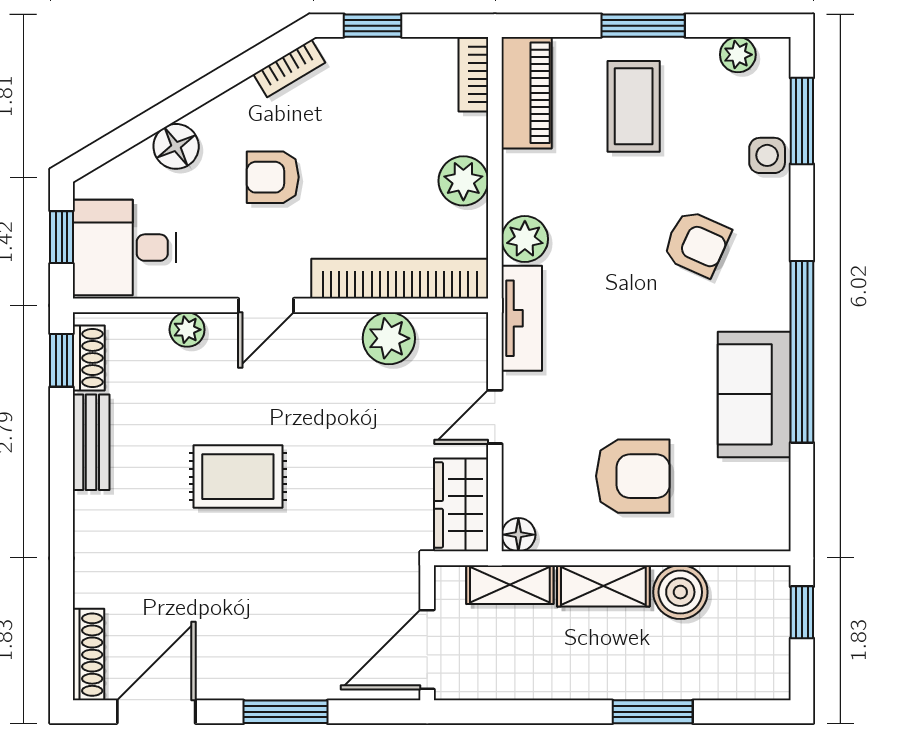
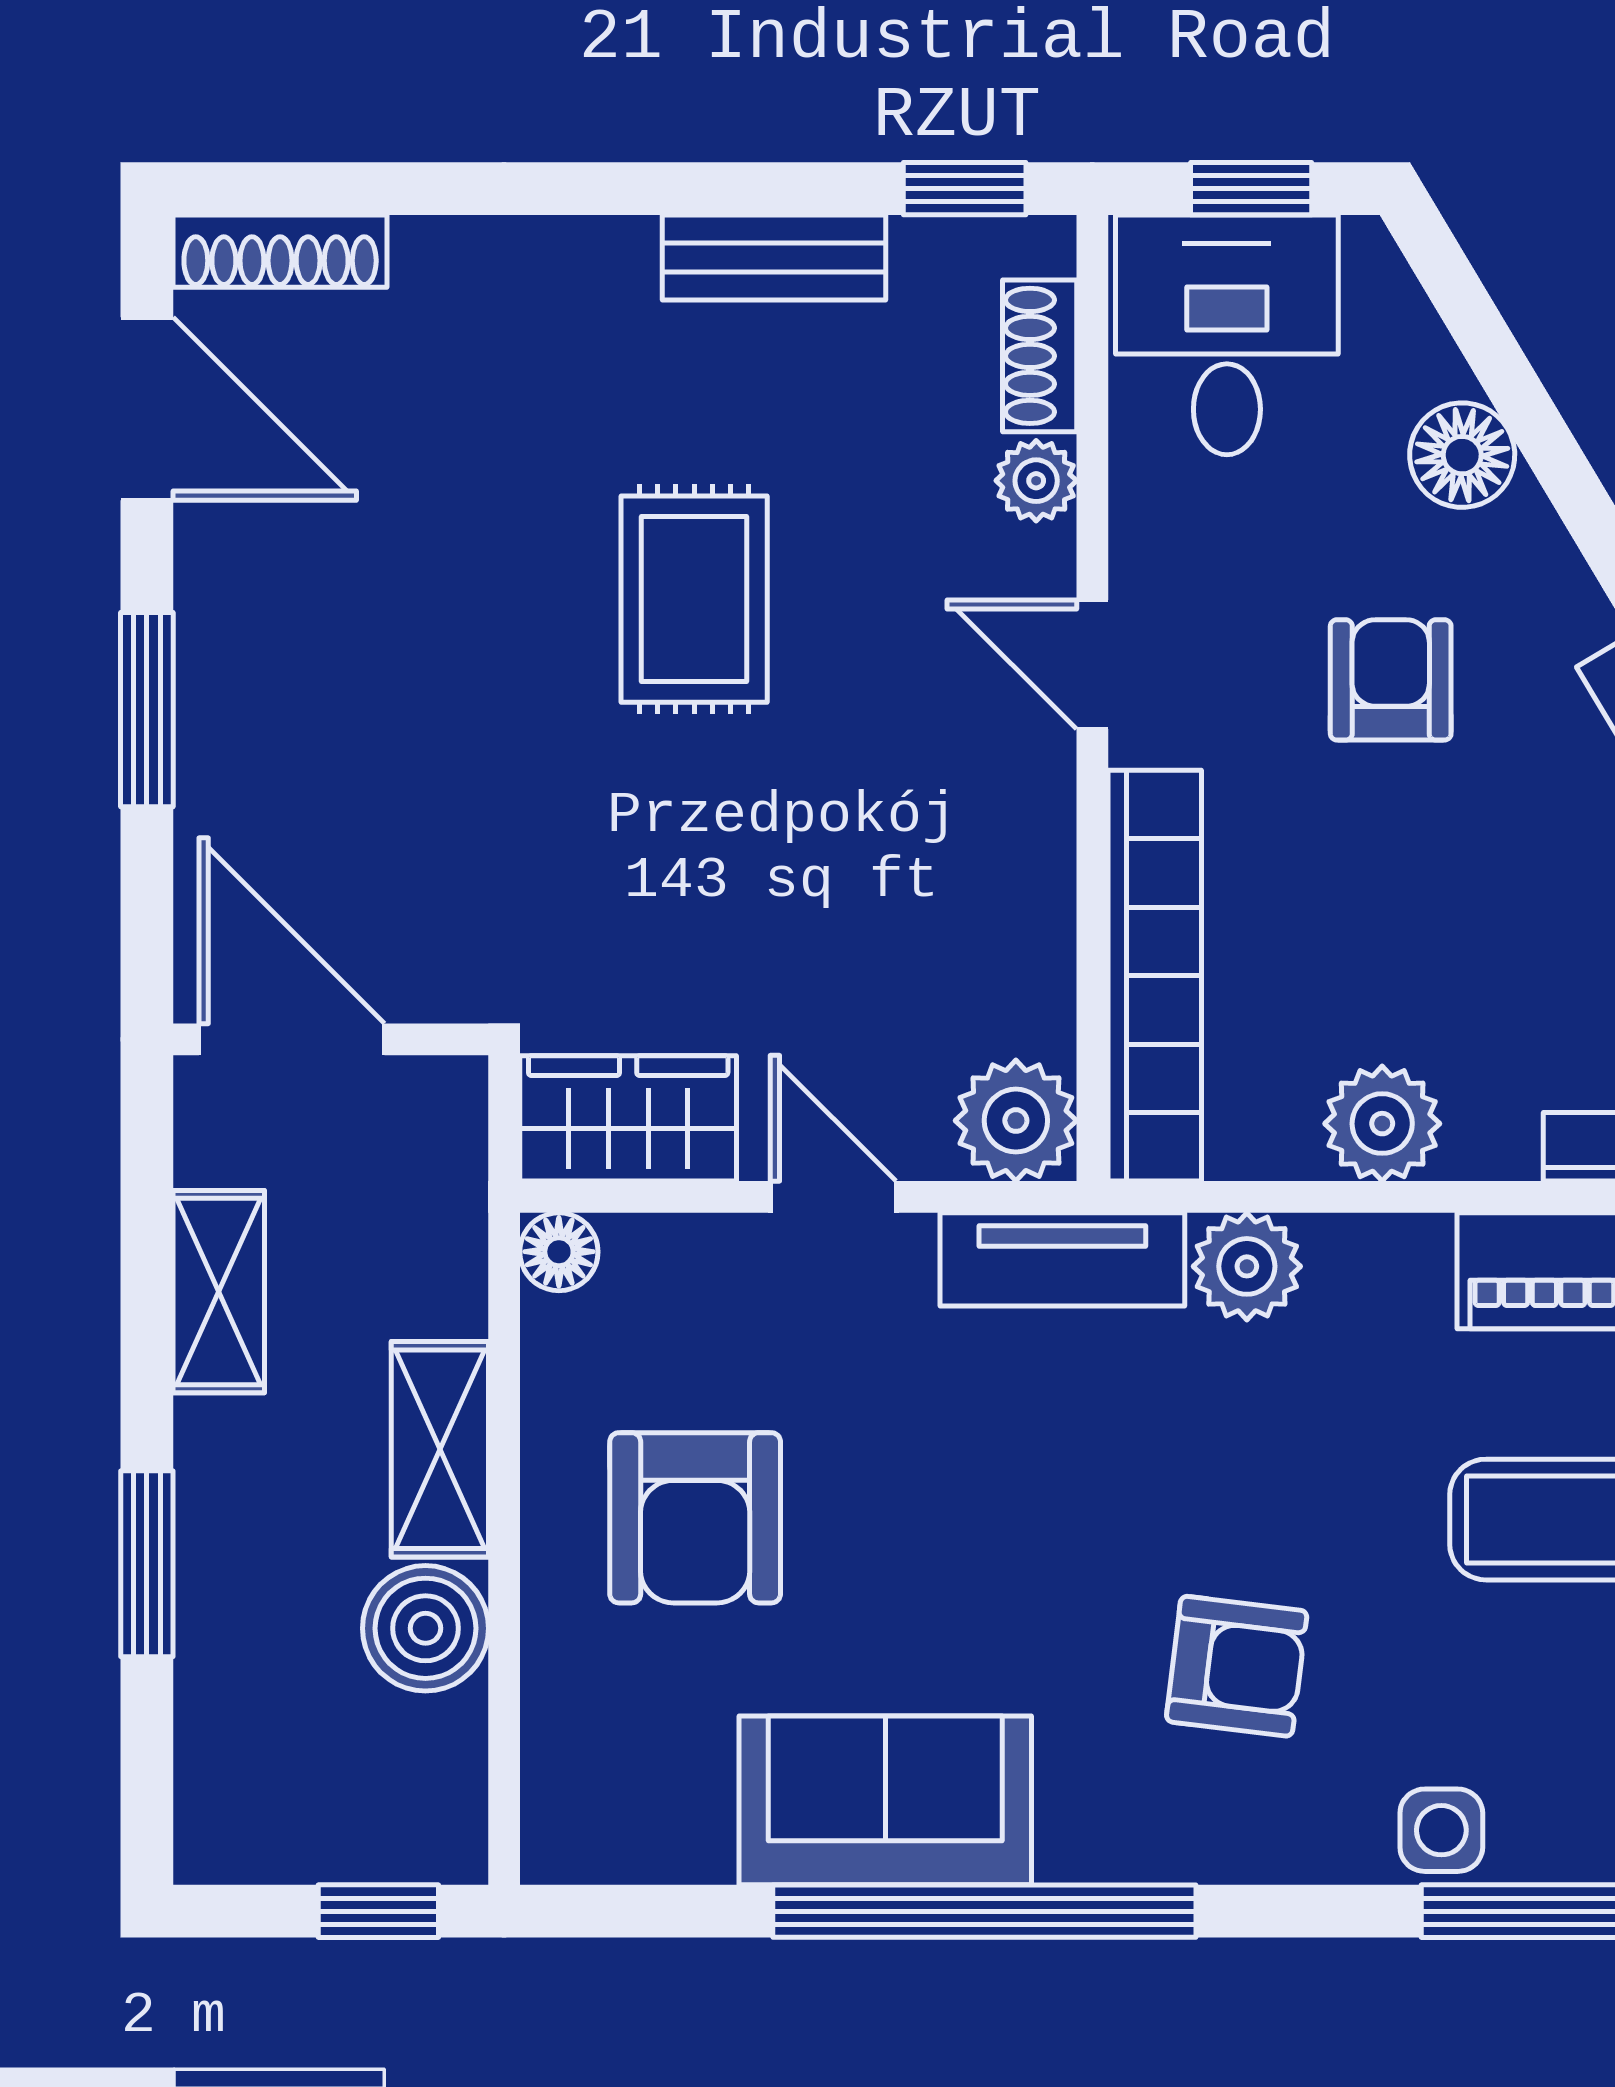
armchair: (697, 243) -> (1237, 1666), turned -107
plant: (389, 338) -> (1016, 1121), moved
shoe rack: (89, 358) -> (1040, 356), moved, turned 90
shelving: (510, 585) -> (219, 1292), moved

